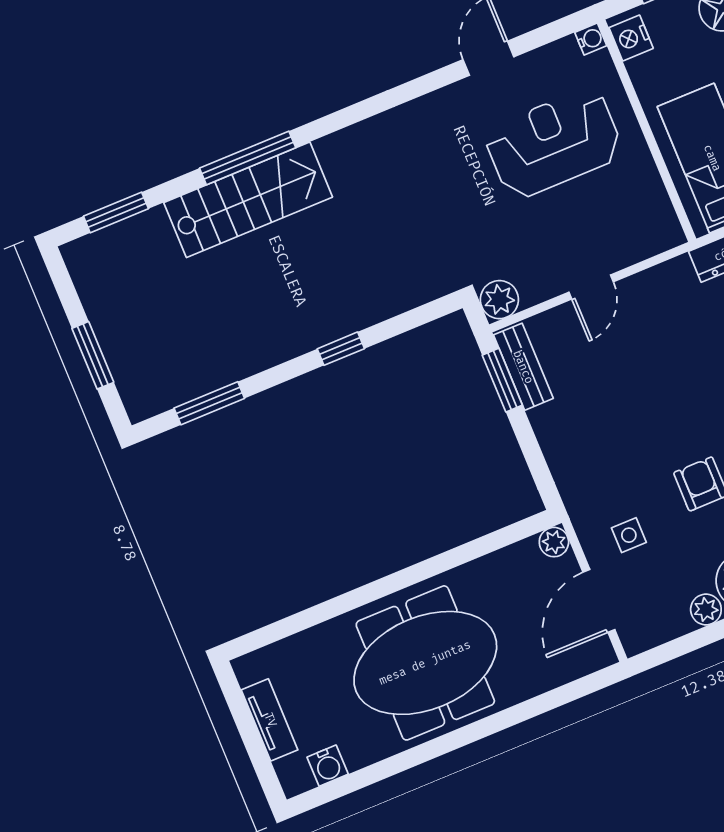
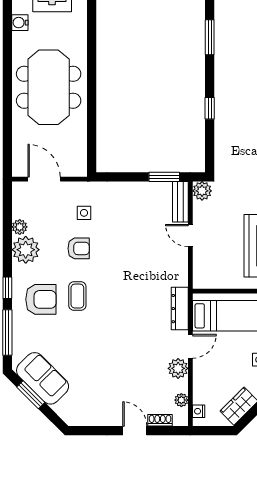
bench: (523, 367) -> (180, 202), moved, turned 90
side table: (629, 535) -> (84, 213), moved
plant: (554, 542) -> (80, 170), removed

